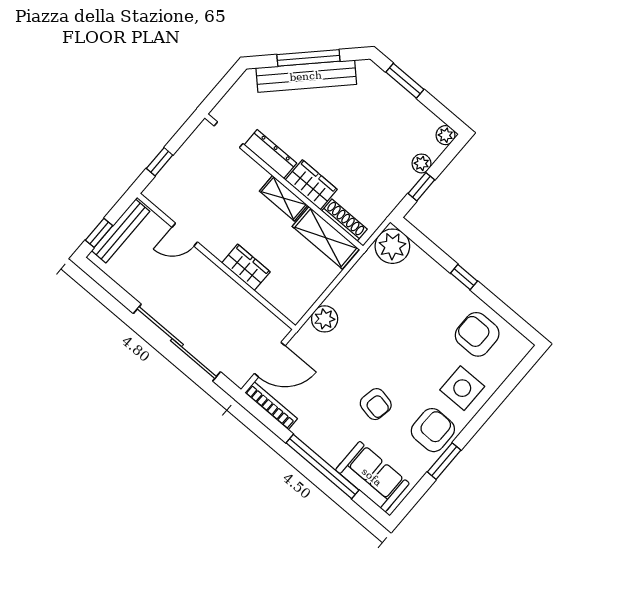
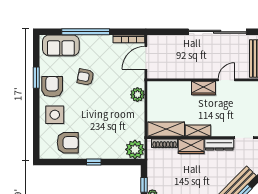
wardrobe: (246, 267) -> (204, 88), moved
sliding door: (177, 343) -> (217, 32), moved
armchair: (433, 430) -> (52, 87), turned 180

